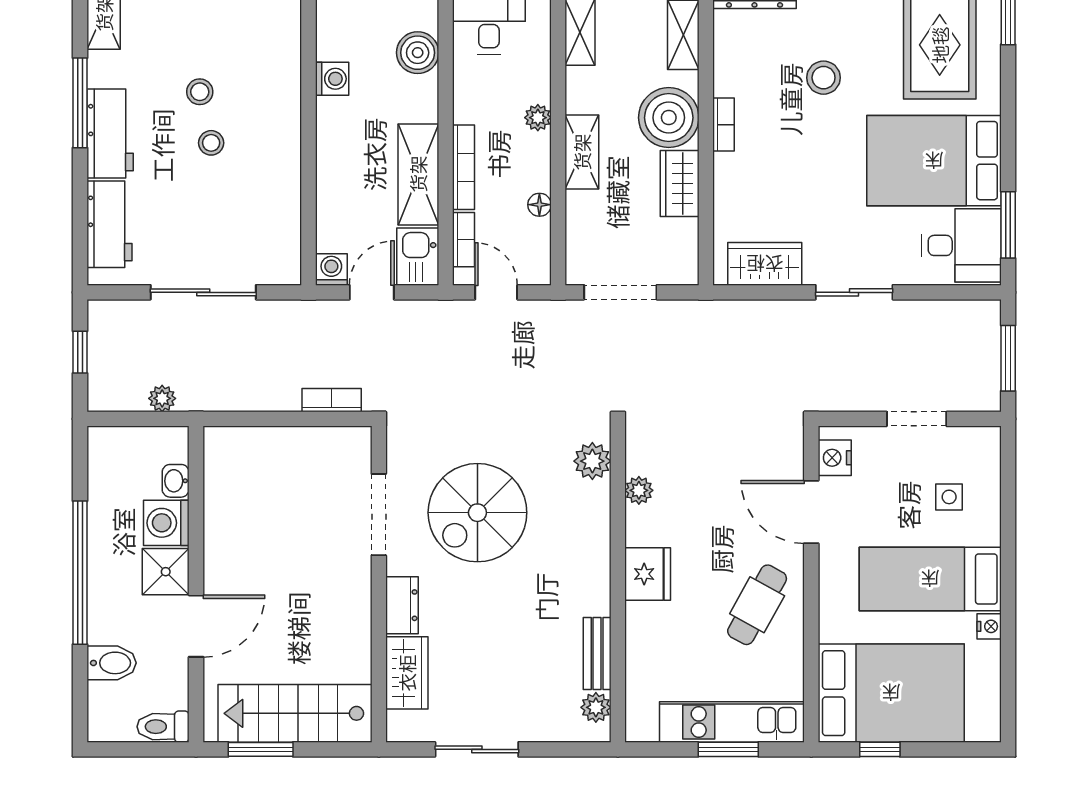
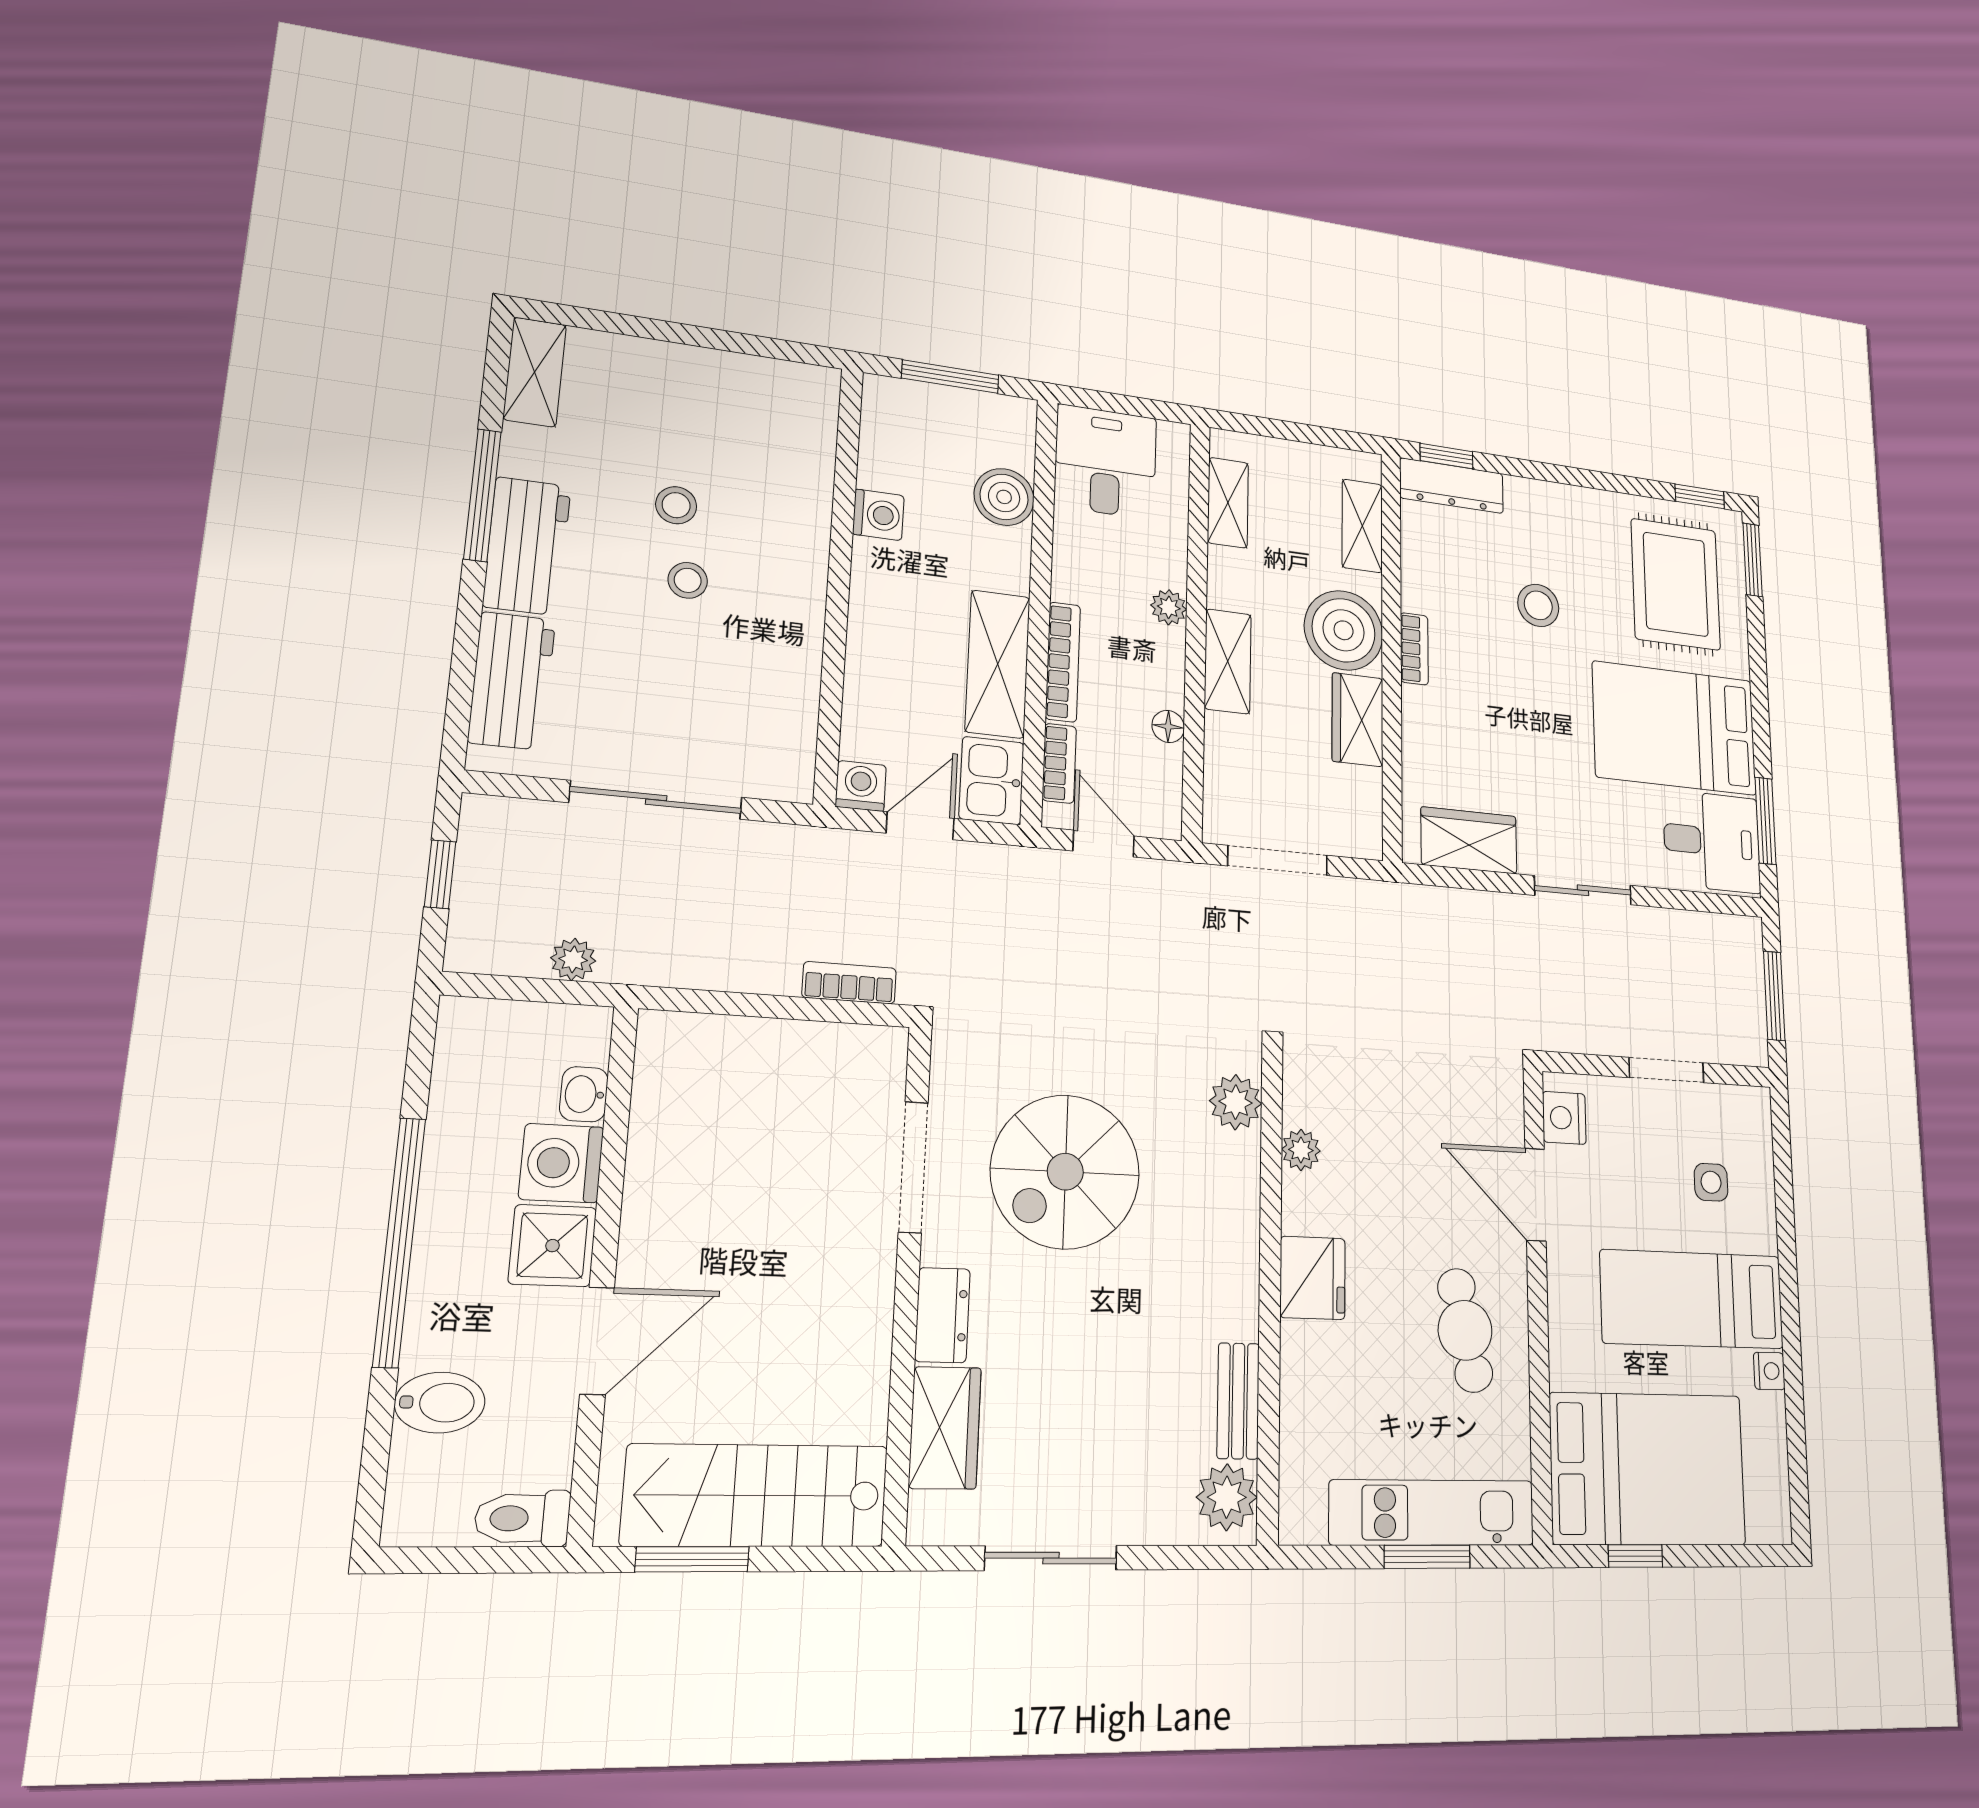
cafe table: (757, 605) -> (1465, 1330), turned -41
plant: (596, 707) -> (1227, 1497), width x1.38, depth x1.38

